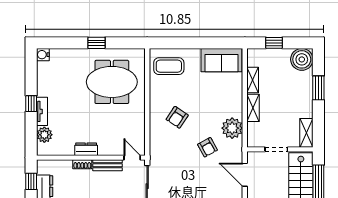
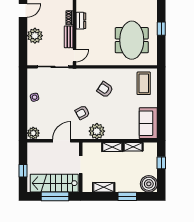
shelving: (306, 133) -> (104, 187), moved

